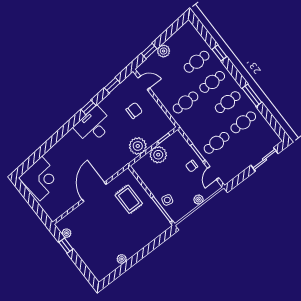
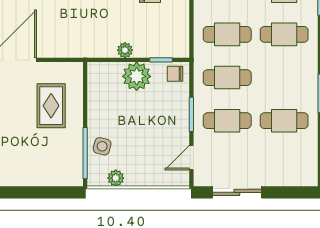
cafe table: (228, 102) -> (227, 78), moved
plant: (138, 146) -> (125, 50), width x0.53, depth x0.53
sliding door: (264, 159) -> (237, 192), moved
chair: (192, 166) -> (175, 74), moved
plant: (199, 200) -> (116, 178), moved

